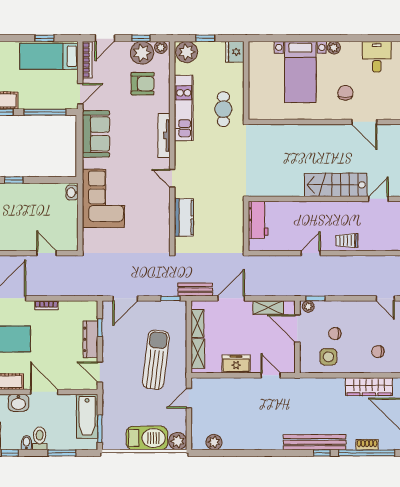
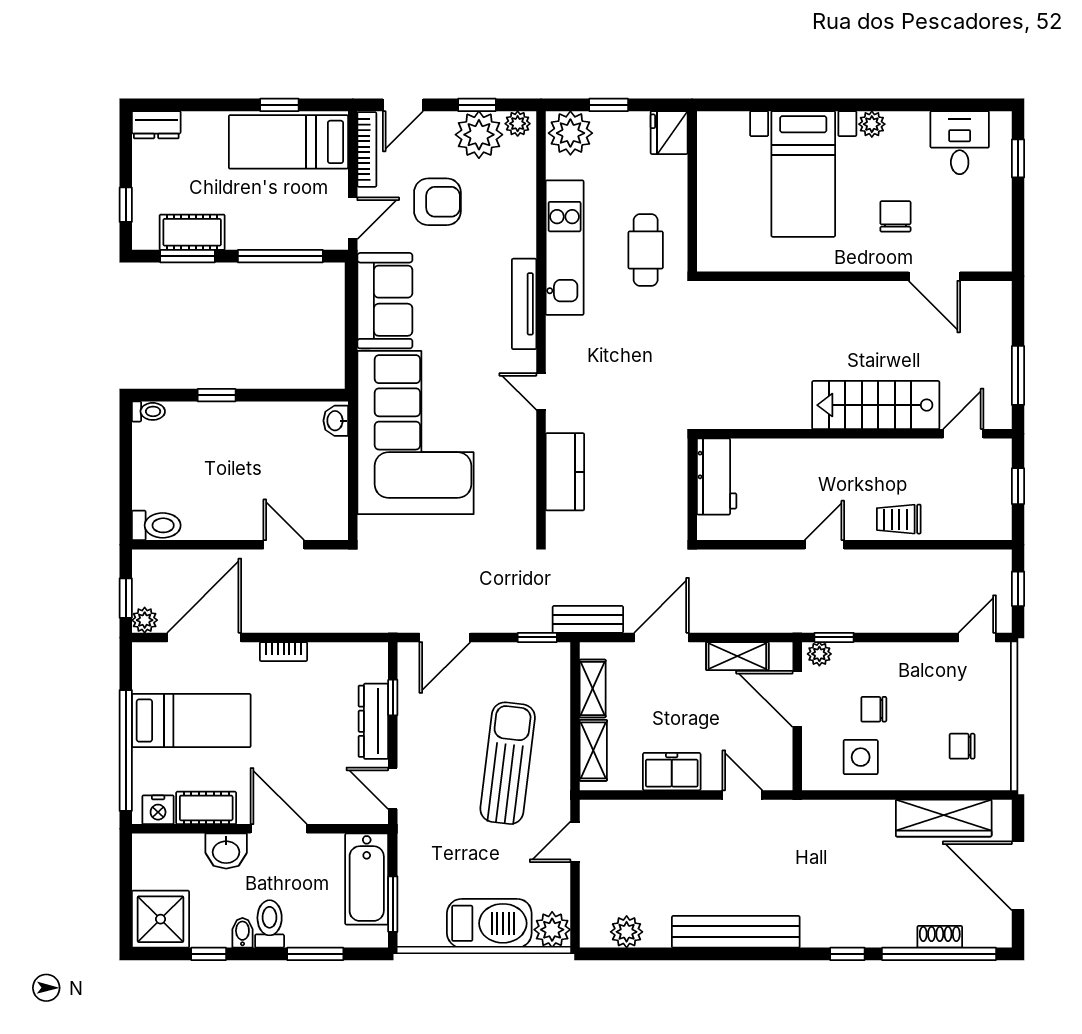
armchair: (143, 84) -> (437, 202), moved
corner sofa: (103, 198) -> (415, 433), width x1.36, depth x1.36
door: (385, 298) -> (977, 637), swing flipped
bench: (314, 442) -> (736, 932), moved

